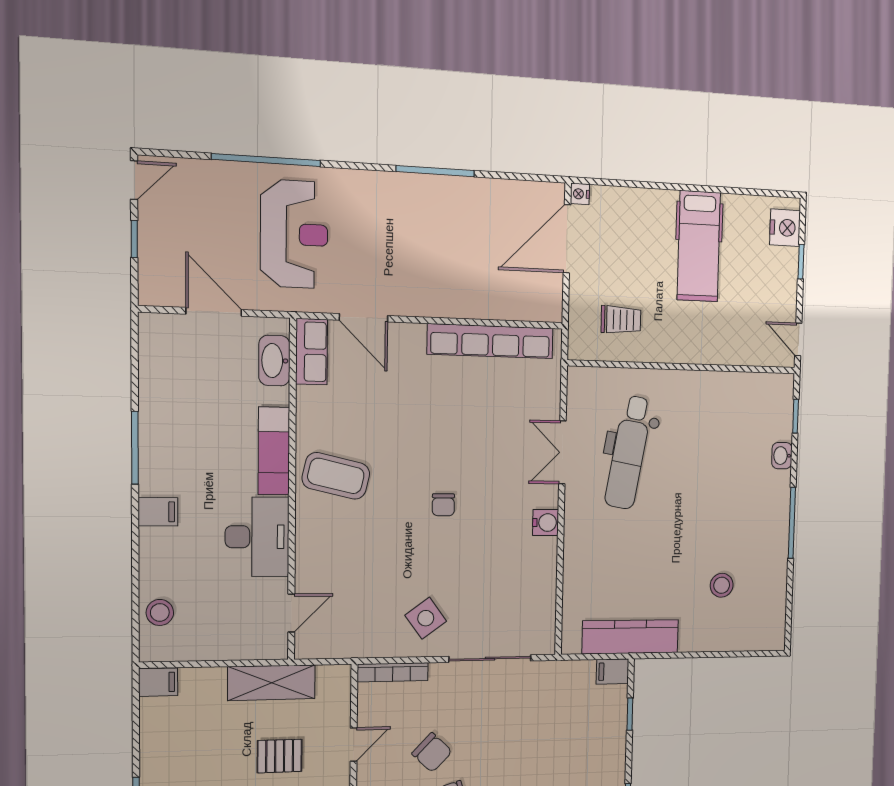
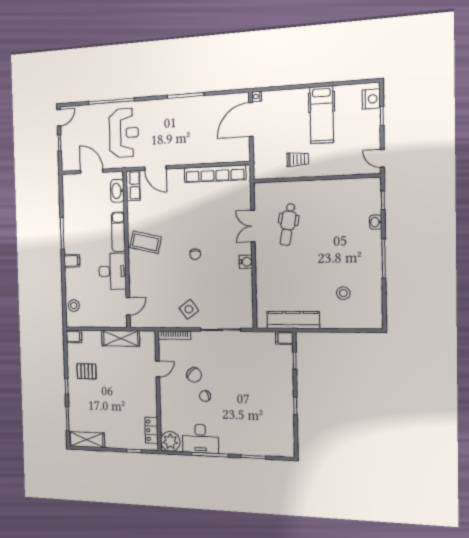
trolley: (621, 320) -> (298, 159), moved
dental chair: (629, 452) -> (288, 225), width x0.73, depth x0.72
pallet: (280, 756) -> (87, 371), moved

